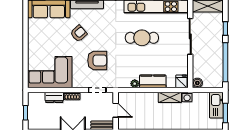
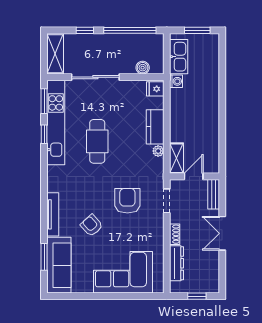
corner sofa: (50, 72) -> (123, 272), moved, turned 90
boiler: (197, 83) -> (143, 68), moved
dresser: (54, 97) -> (177, 263), width x1.44
shelving: (170, 97) -> (177, 158), moved
kitchen sink: (216, 105) -> (179, 57), moved, turned -90

